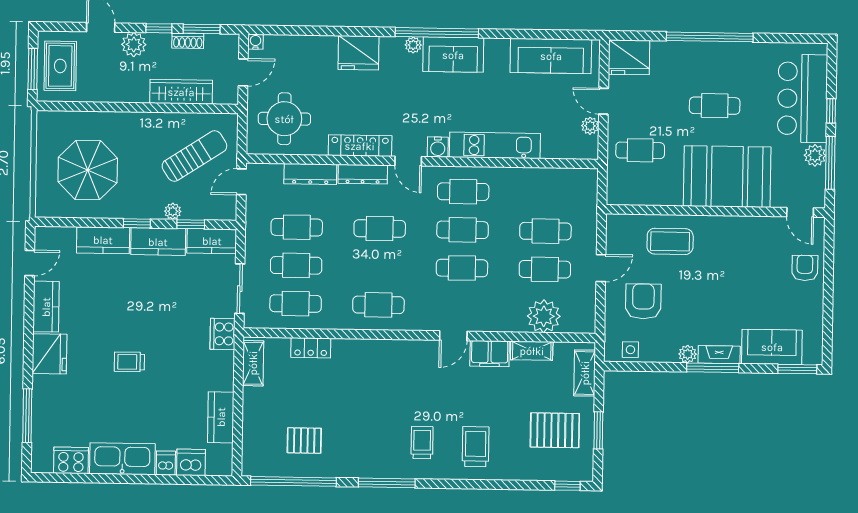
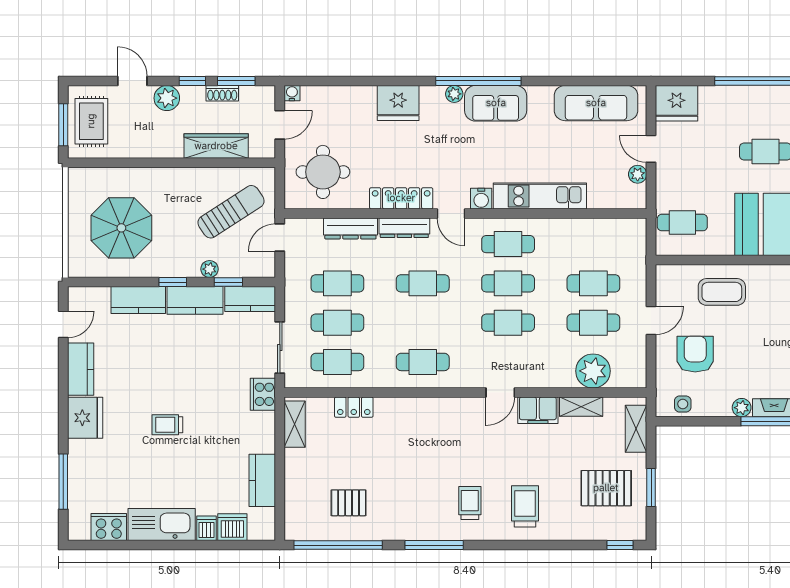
cafe table: (640, 150) -> (682, 223), moved

